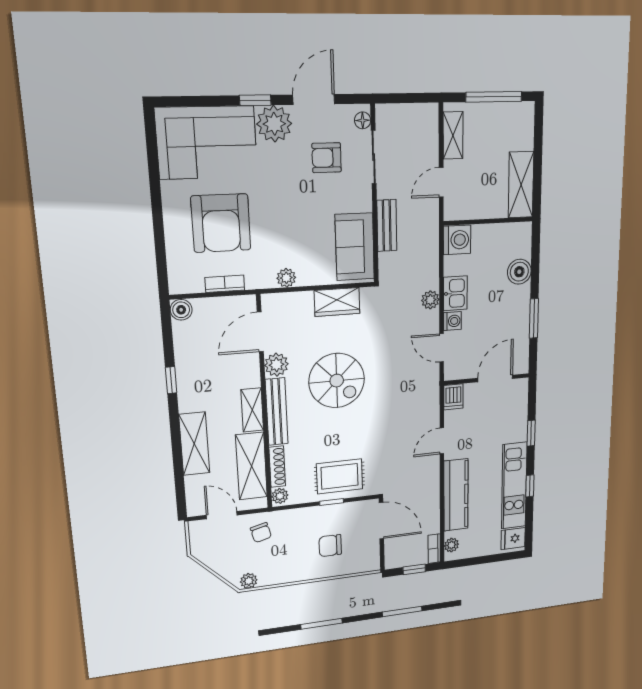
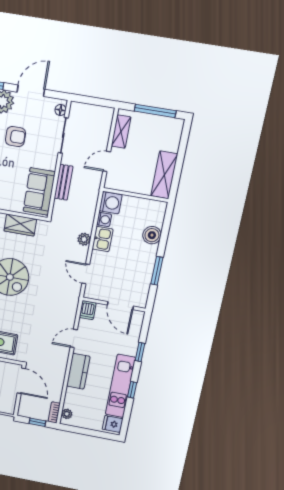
armchair: (327, 158) -> (15, 137), moved, turned 180
washing machine: (452, 321) -> (104, 219), moved
door: (495, 378) -> (120, 306), swing flipped
kitchen counter: (456, 495) -> (78, 371), width x0.67

